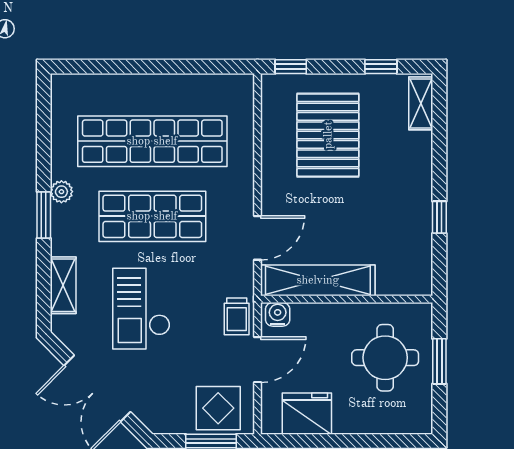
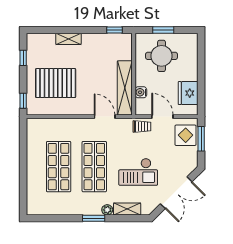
shelving: (421, 103) -> (68, 39), moved
shop shelf: (152, 141) -> (59, 167), width x0.71
plant: (61, 192) -> (107, 210), moved
window: (439, 217) -> (114, 30), moved
water cooler: (278, 314) -> (141, 92), moved

